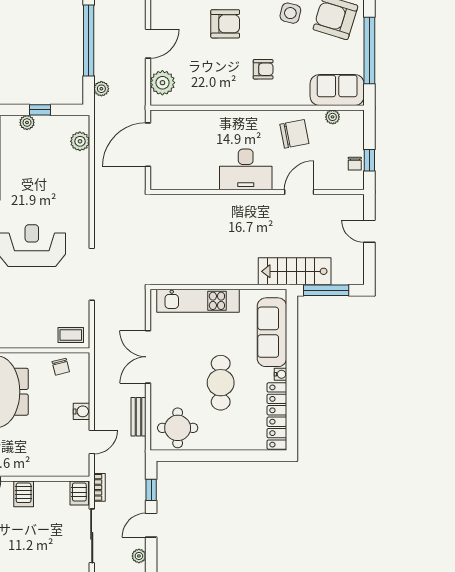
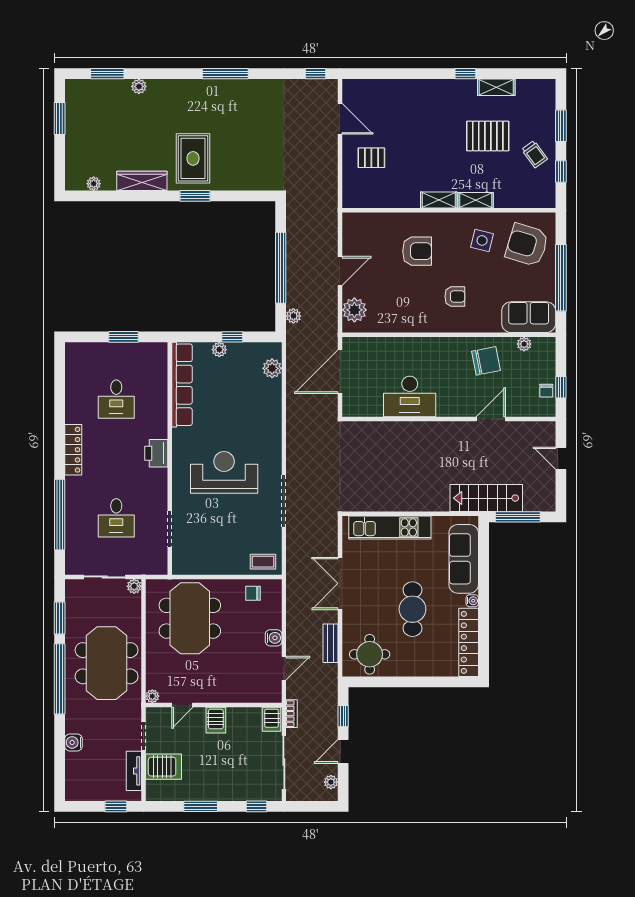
desk: (246, 169) -> (410, 396), moved
chair: (61, 367) -> (253, 593), turned 104

